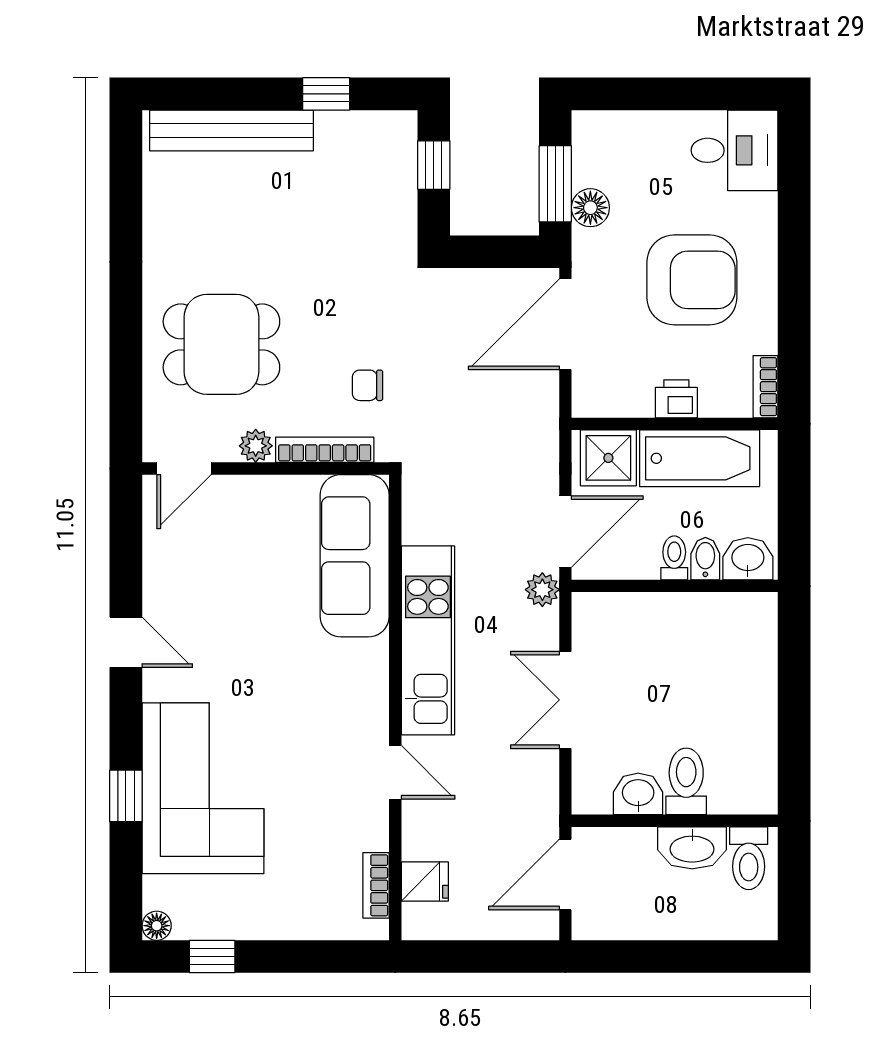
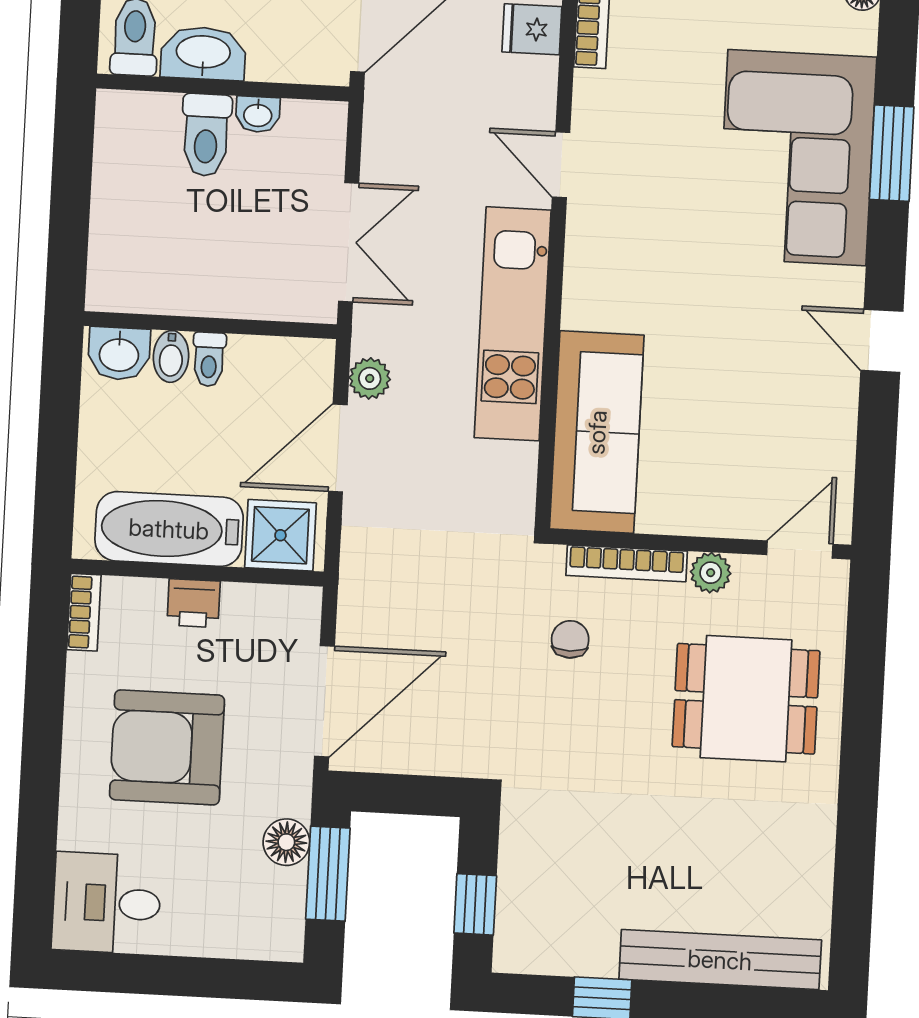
chair: (368, 385) -> (570, 639), turned -90
toilet: (674, 558) -> (209, 359), moved
bidet: (705, 559) -> (171, 356), moved
washbasin: (748, 559) -> (119, 354), moved
wall: (675, 586) -> (210, 325), moved
washbasin: (638, 794) -> (258, 114), width x0.72, depth x0.69
window: (126, 796) -> (892, 153), width x1.50

